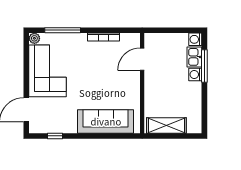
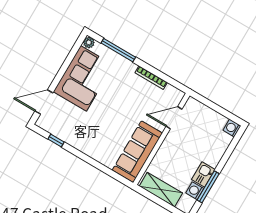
kitchen sink: (194, 57) -> (203, 175), moved
window: (204, 66) -> (208, 187), moved
washing machine: (195, 75) -> (195, 191), moved
sofa: (106, 121) -> (137, 152), moved, turned -90

